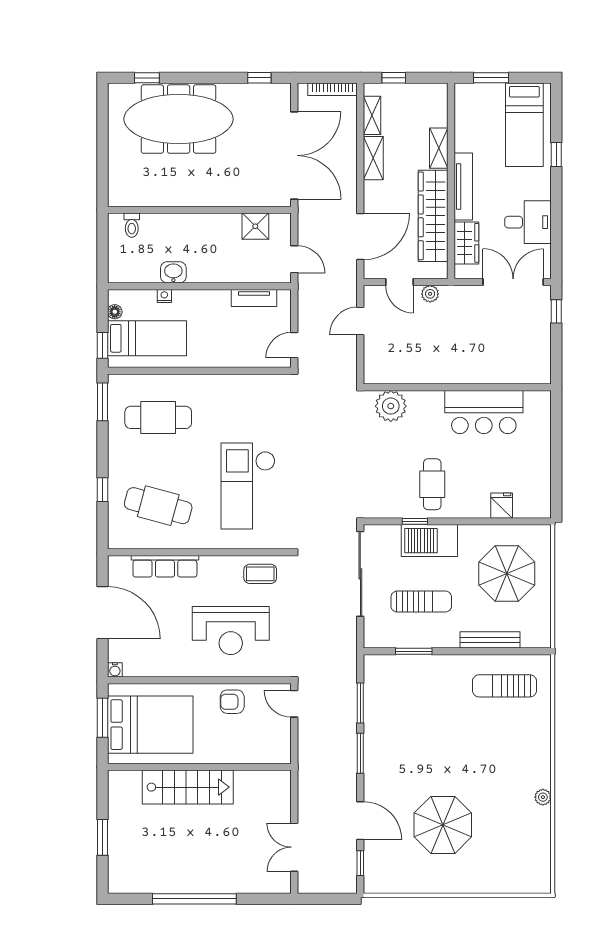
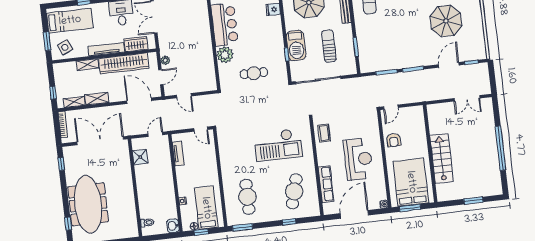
side table: (476, 110) -> (65, 47), added
washbasin: (173, 272) -> (173, 226), moved
window: (102, 345) -> (201, 232), moved
plant: (391, 406) -> (225, 55), moved
cafe table: (432, 484) -> (254, 73), moved
reception desk: (231, 631) -> (358, 159), moved

